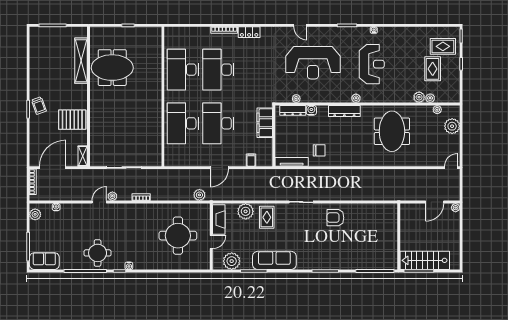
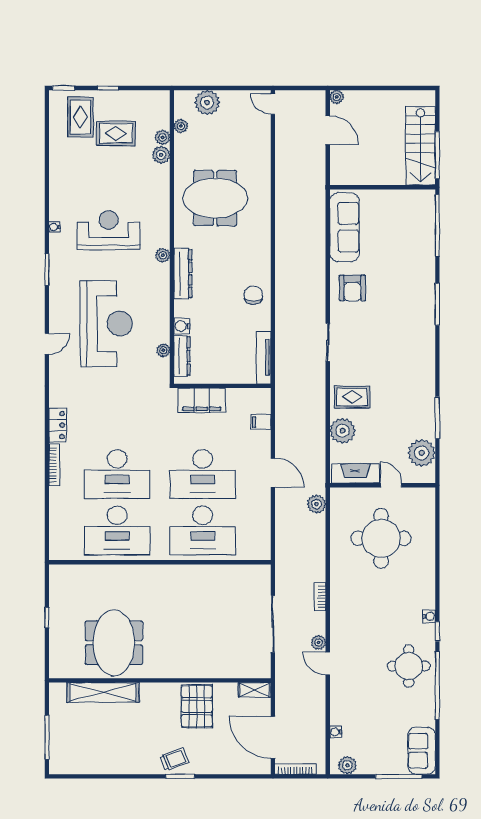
chair: (319, 150) -> (253, 295), moved
sofa: (274, 260) -> (345, 227), moved, turned 180

